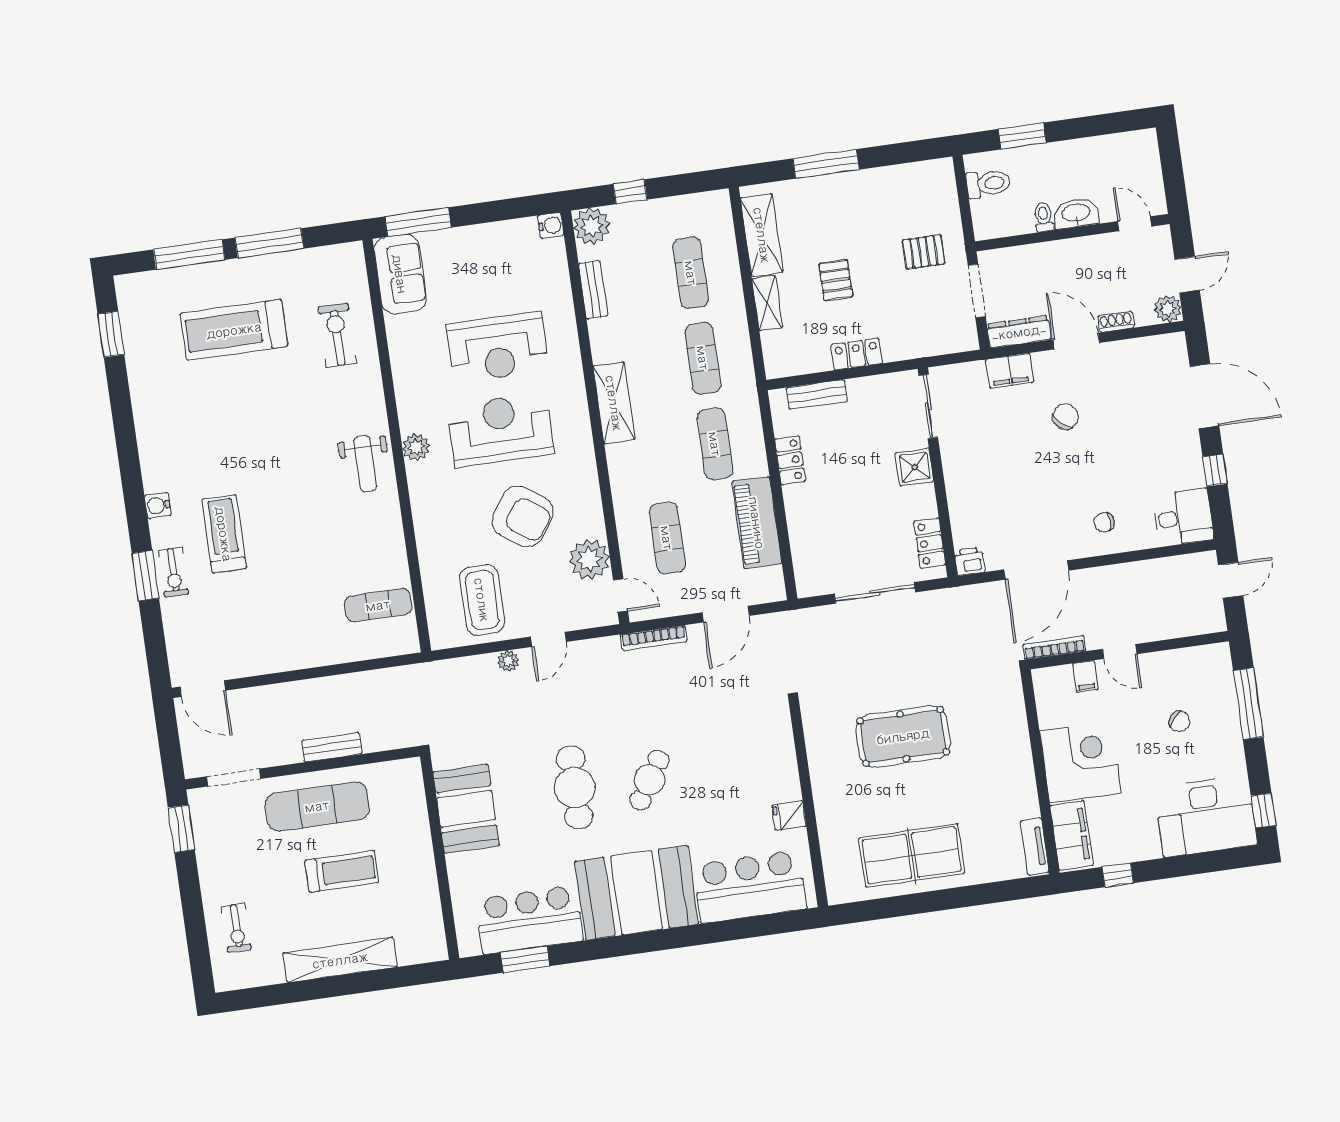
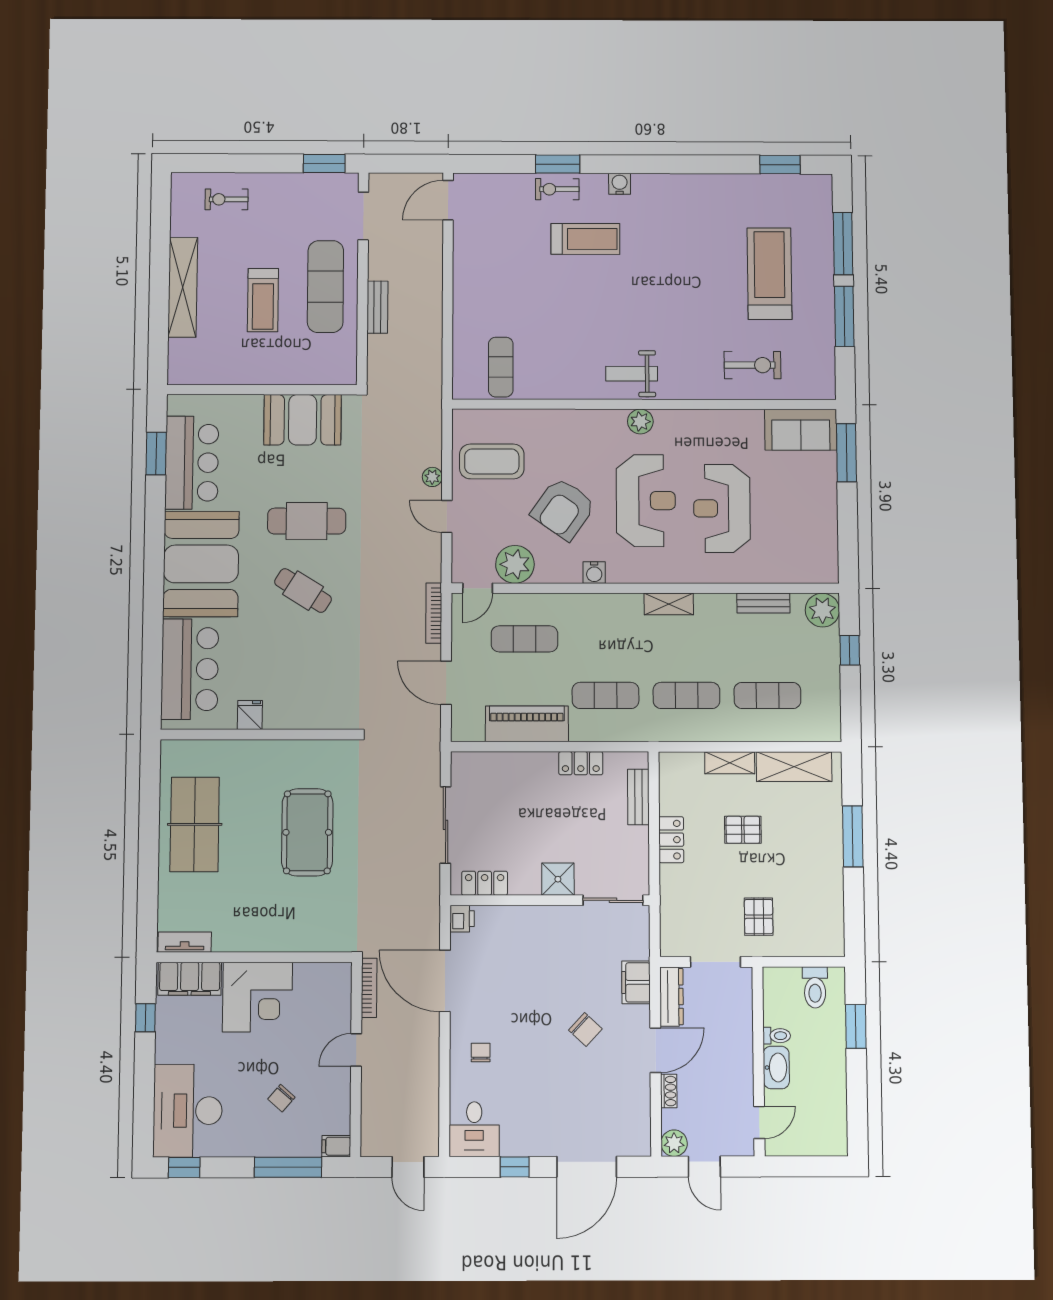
water cooler: (551, 225) -> (594, 573), moved
shelving: (614, 403) -> (669, 604), width x0.67, depth x0.75
filing cabinet: (1085, 676) -> (336, 1146), moved

